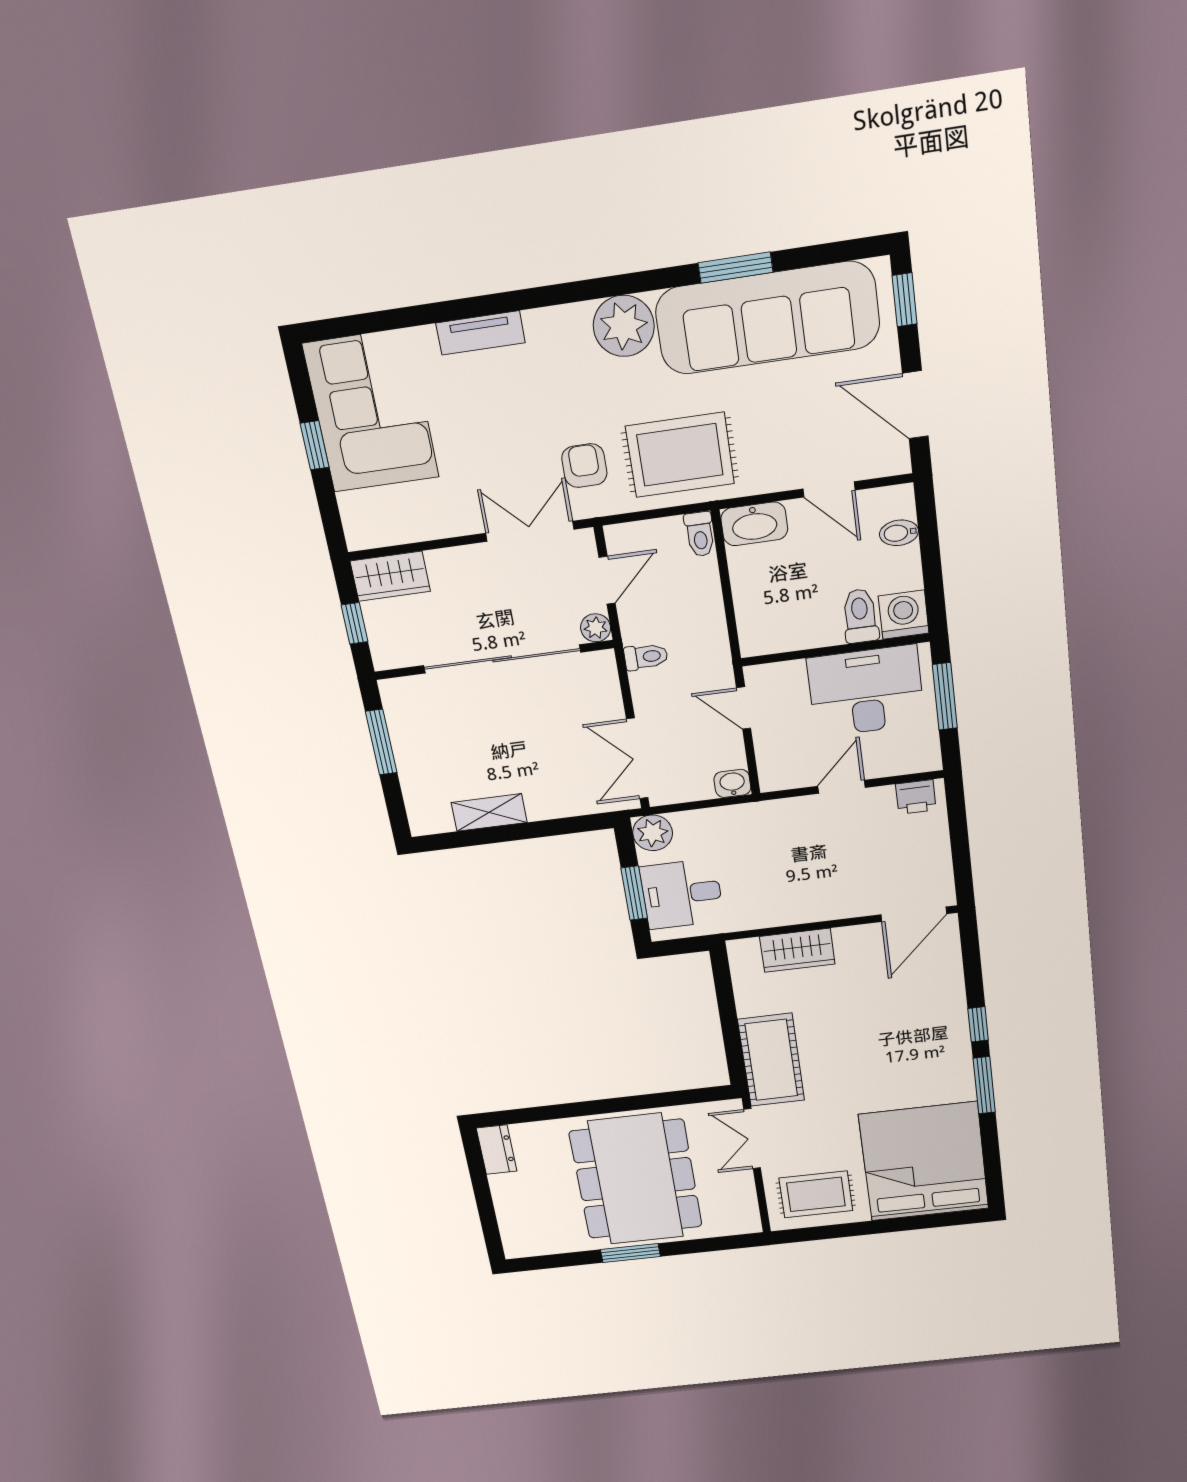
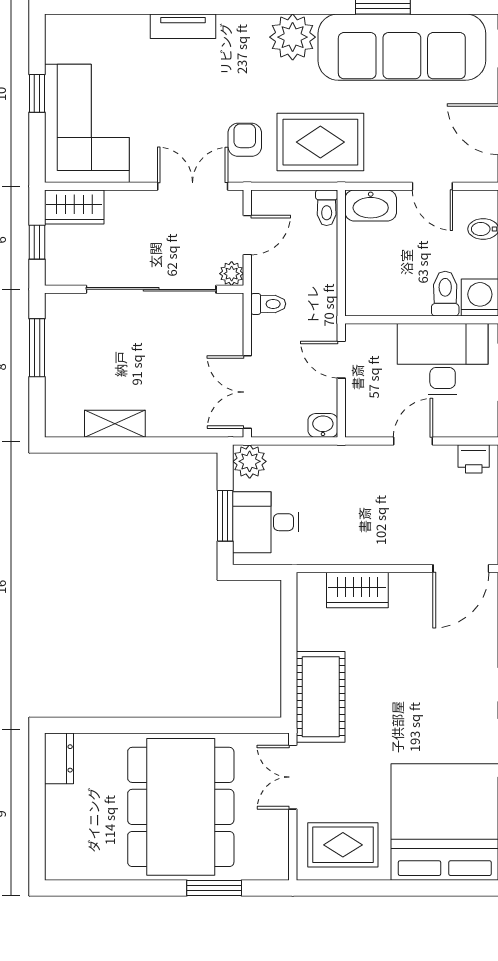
corner sofa: (371, 411) -> (87, 123), moved
window: (630, 1253) -> (214, 888), moved

